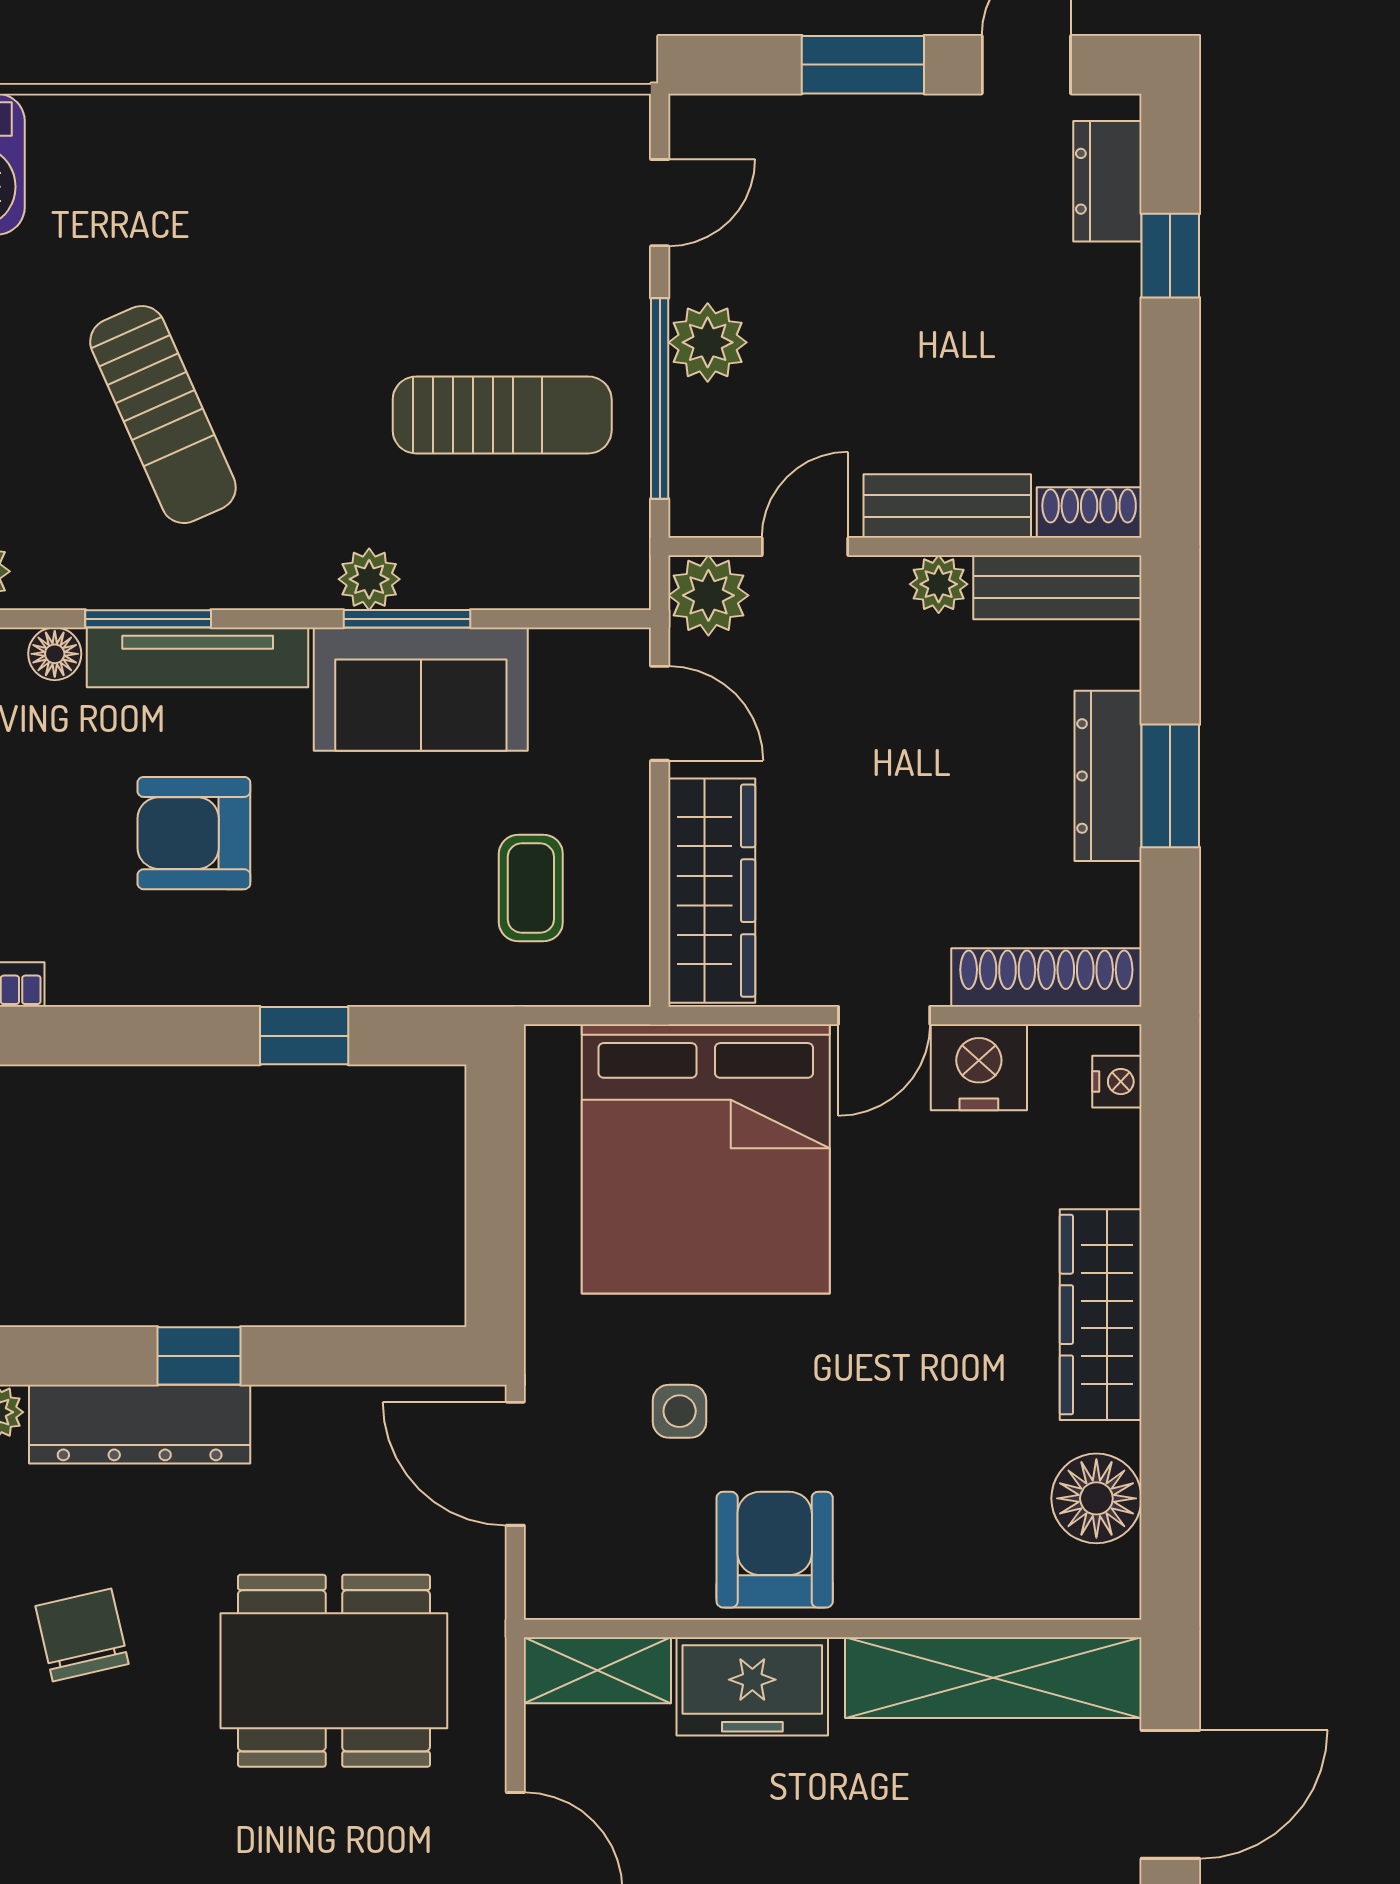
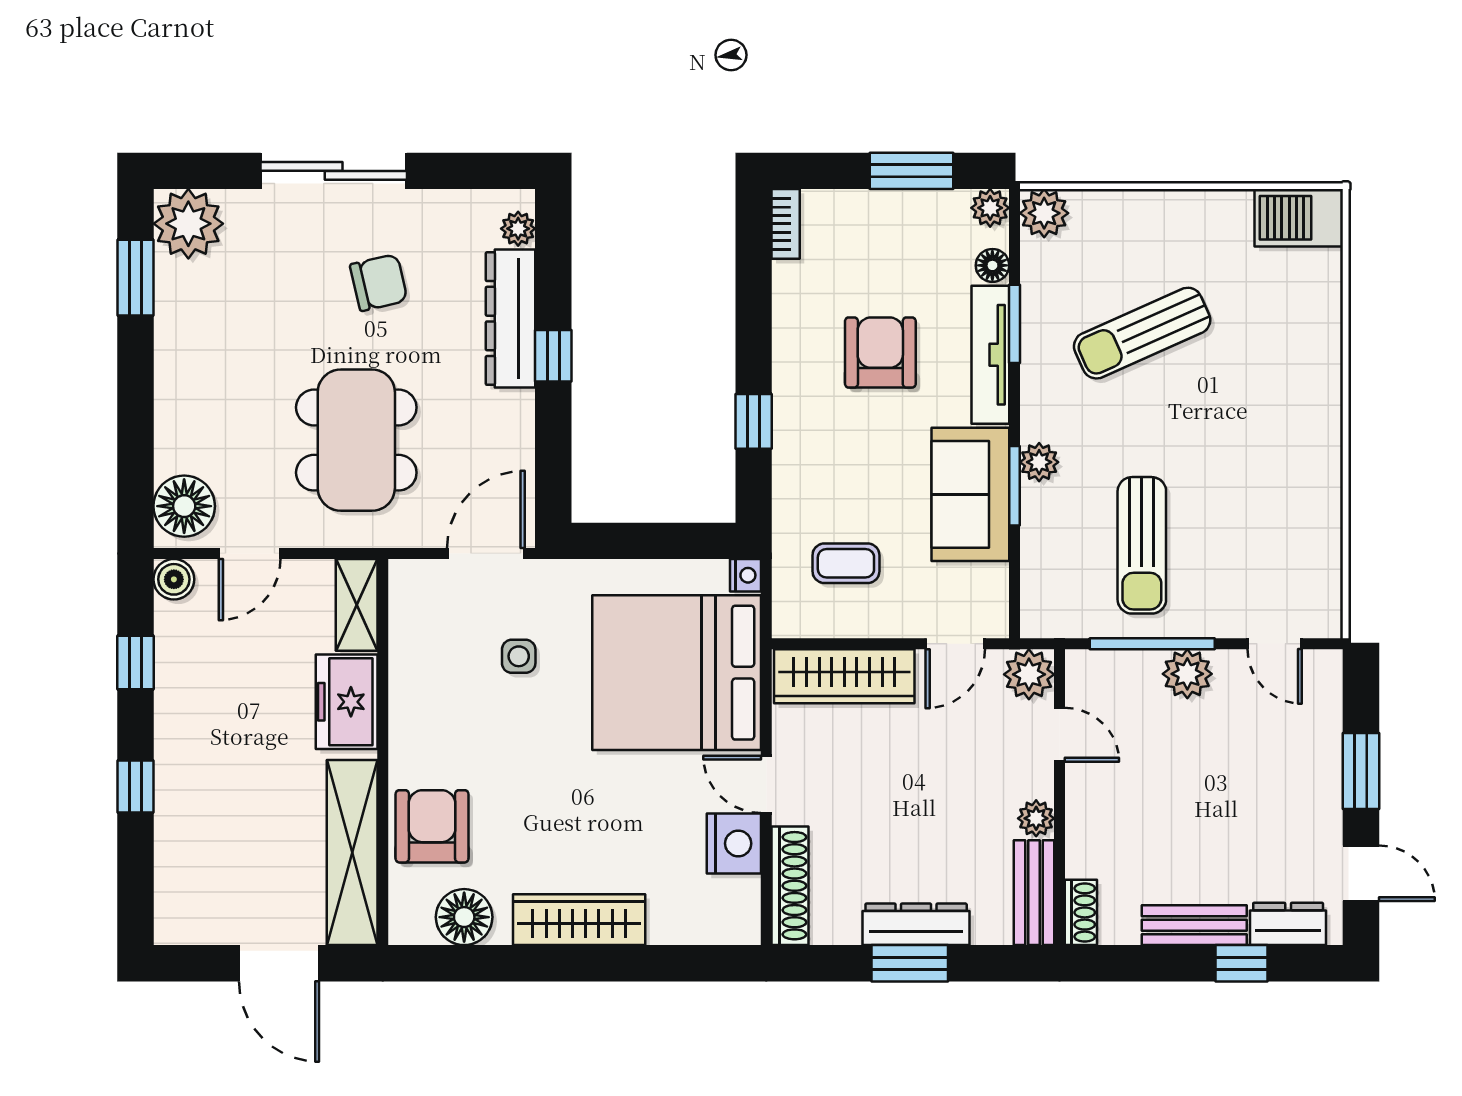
bench: (947, 506) -> (1194, 925), moved, turned 90
nightstand: (1117, 1082) -> (745, 575), moved, turned -90
armchair: (775, 1550) -> (432, 826), moved, turned -90

